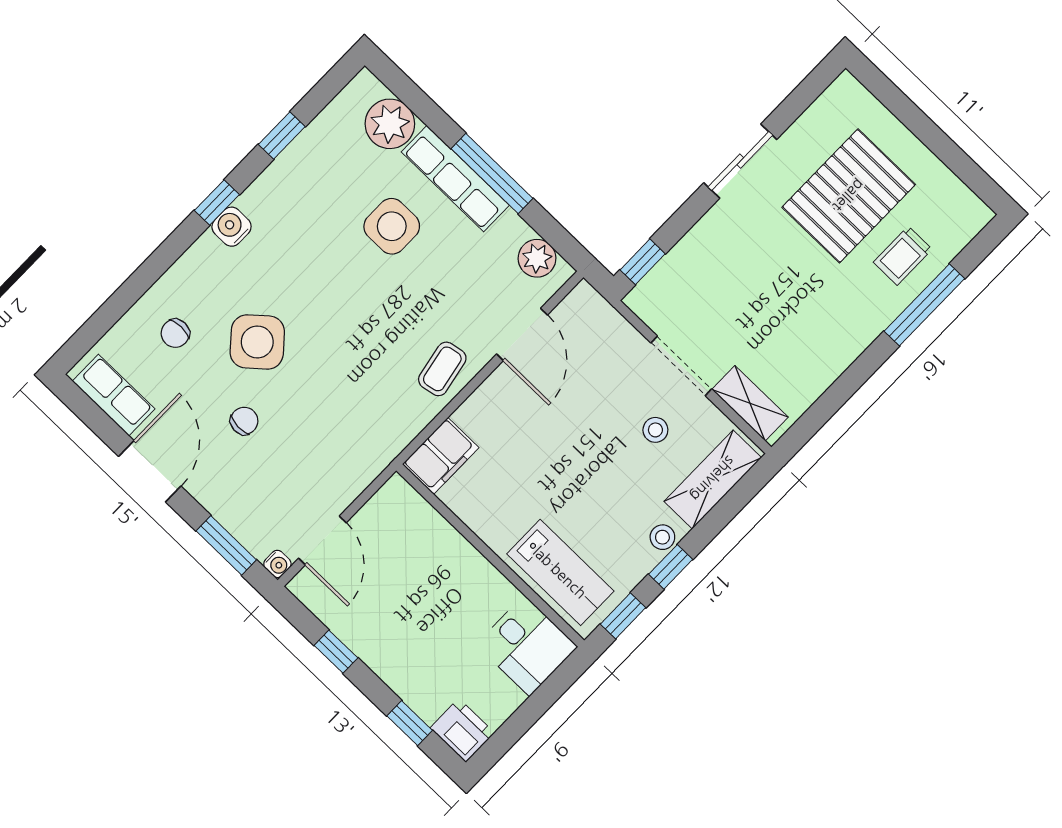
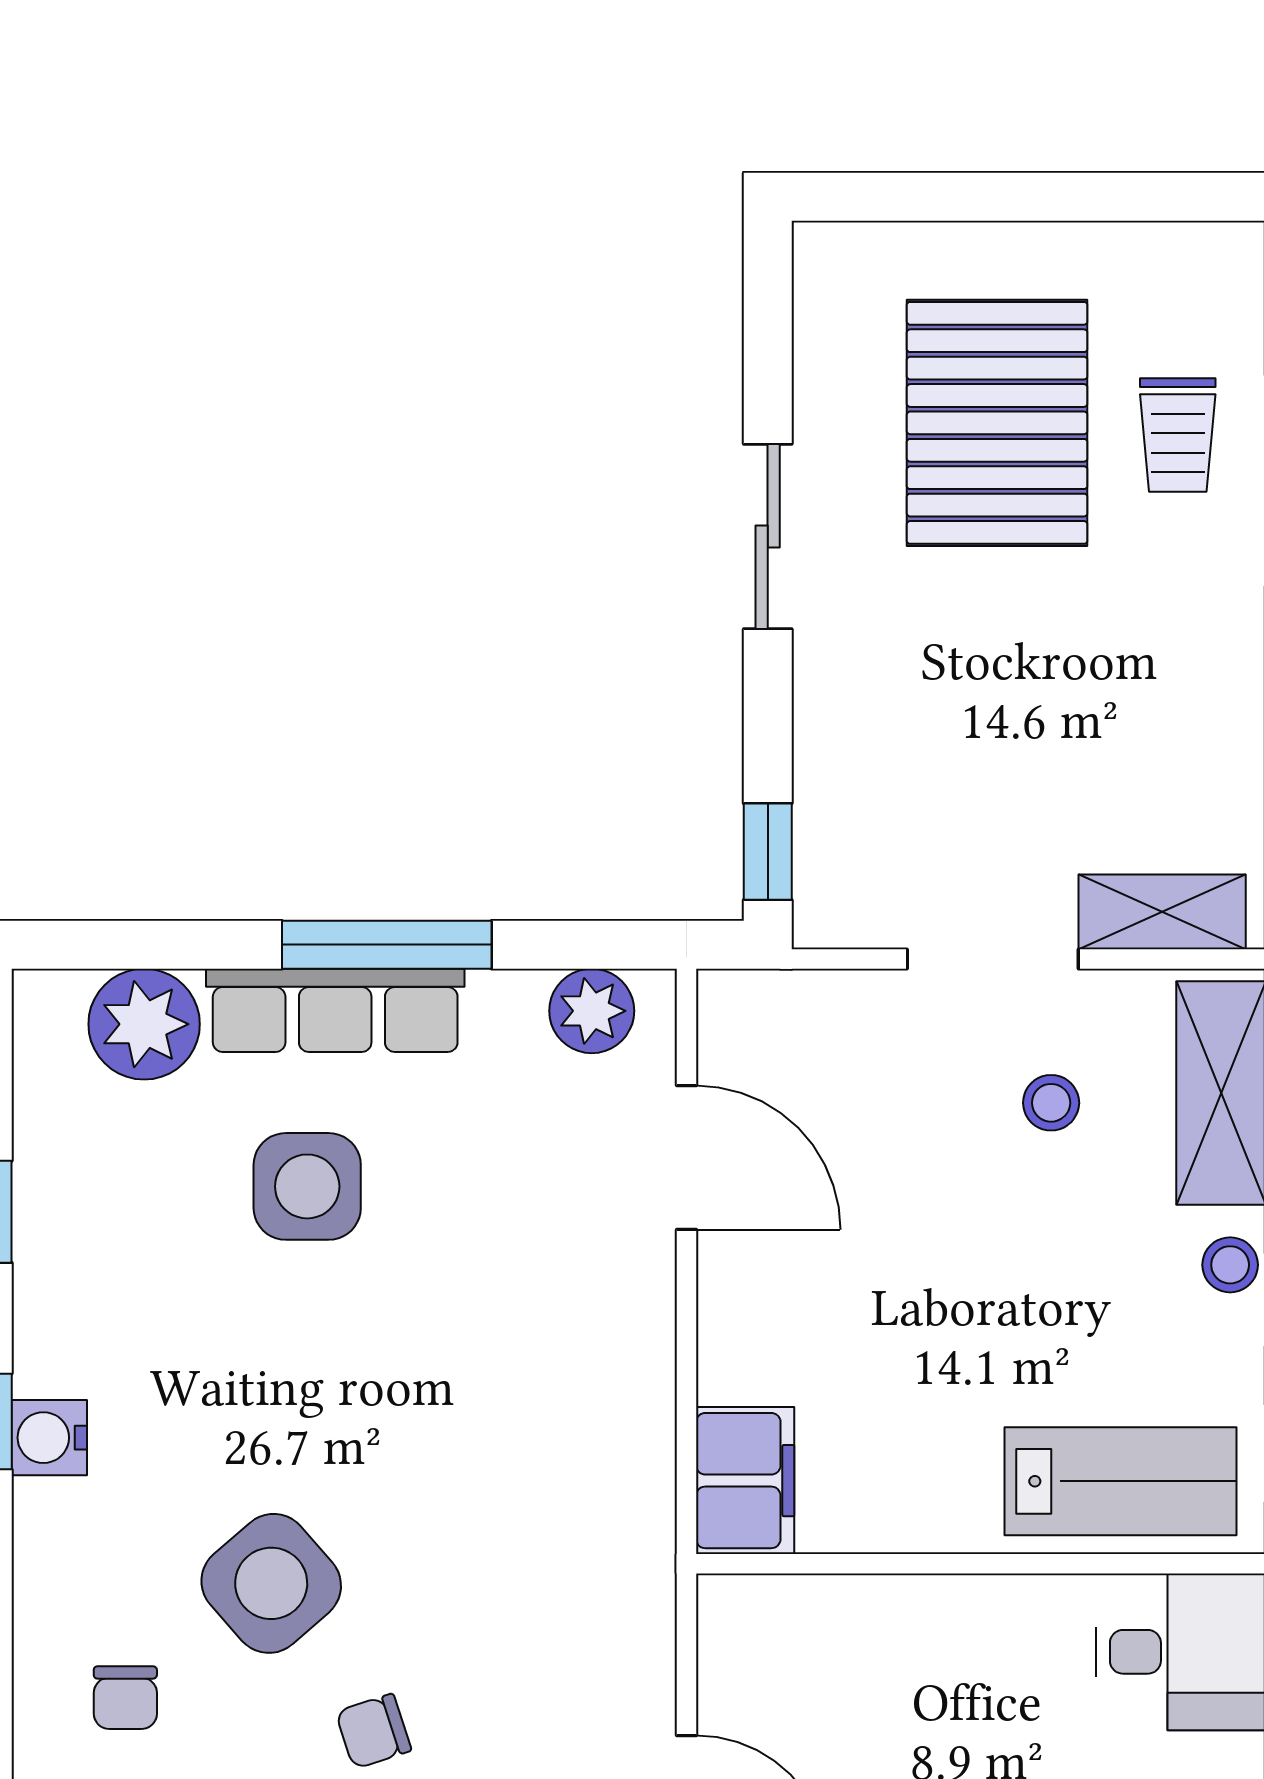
coffee table: (442, 369) -> (612, 1338), removed
chair: (244, 421) -> (373, 1731), turned -111

